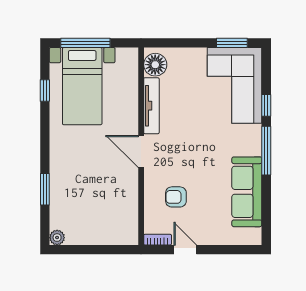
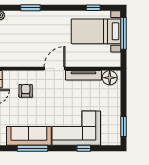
corner sofa: (235, 85) -> (76, 128), moved
window: (266, 151) -> (32, 148), moved

